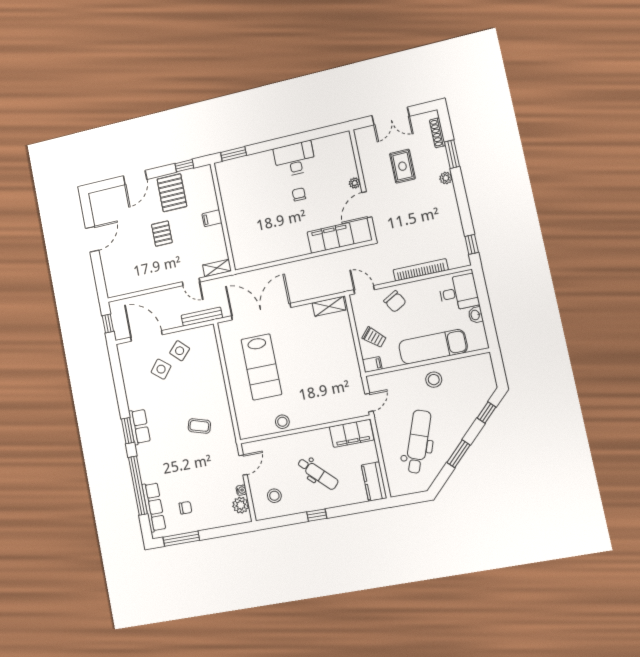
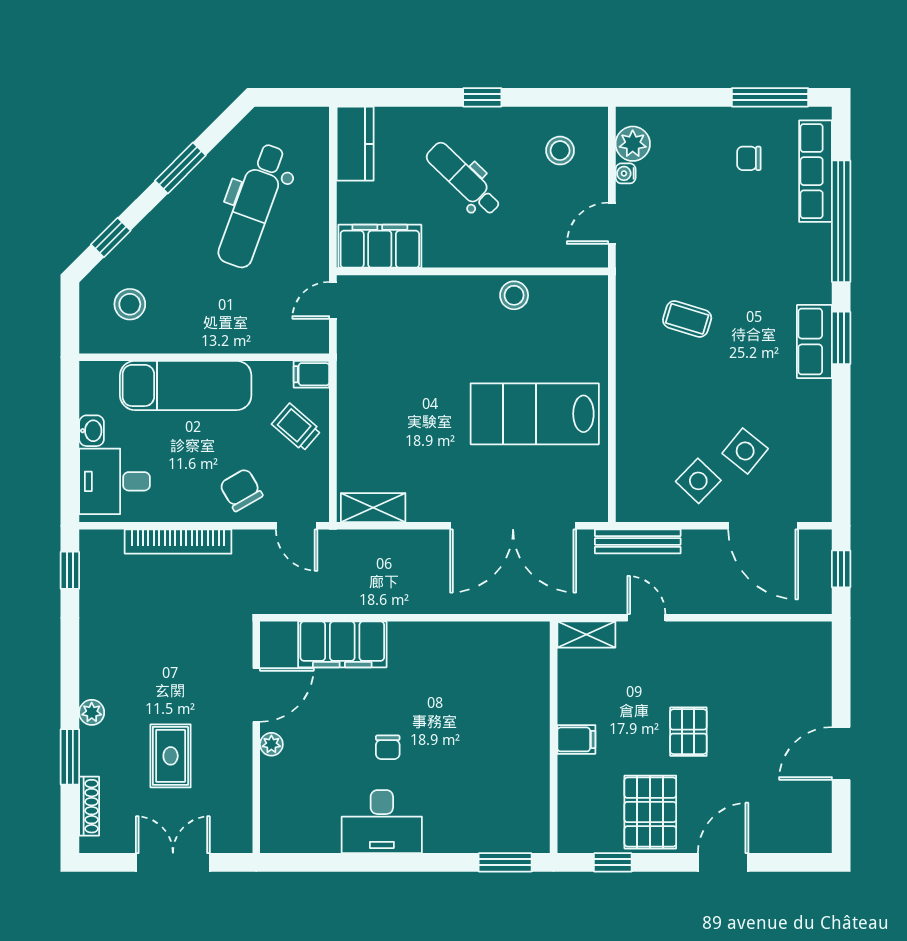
lab bench: (261, 367) -> (535, 414), turned -90
stool: (434, 380) -> (130, 304), moved

